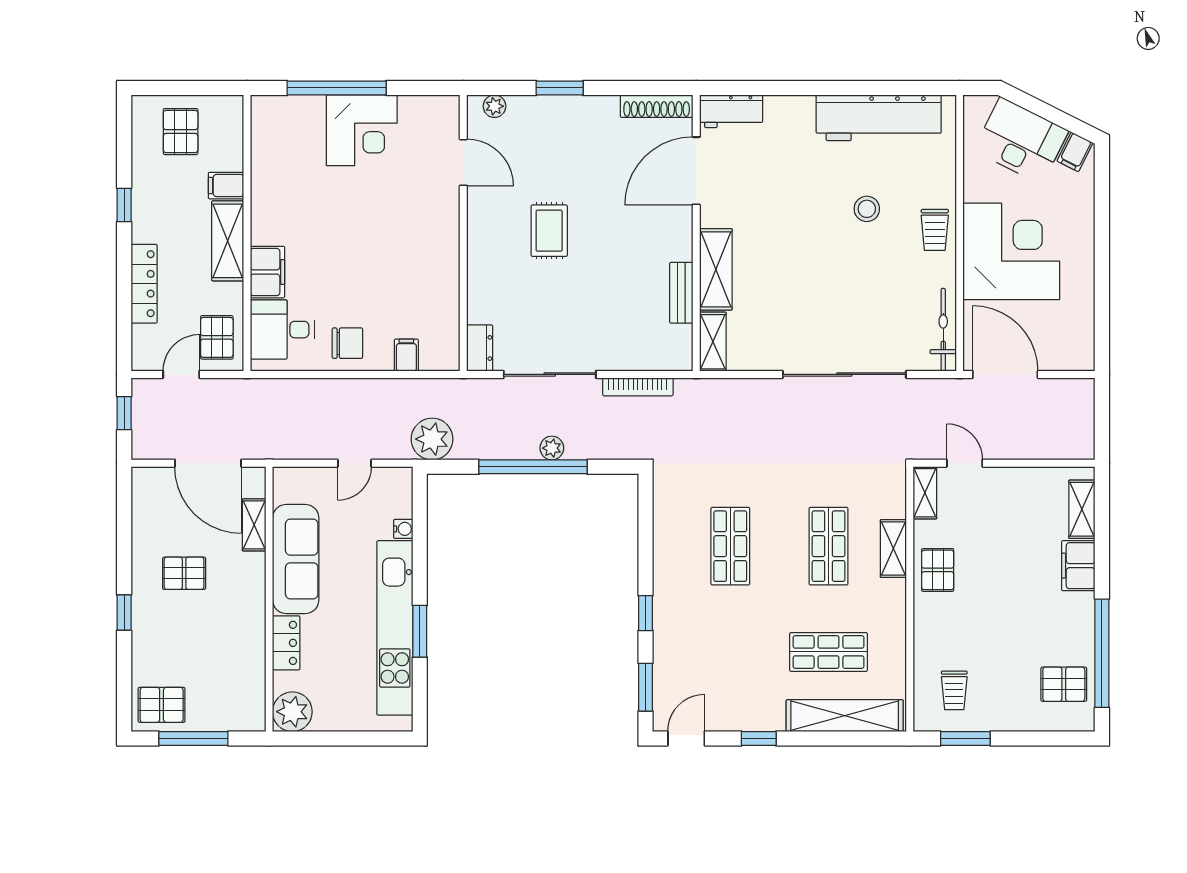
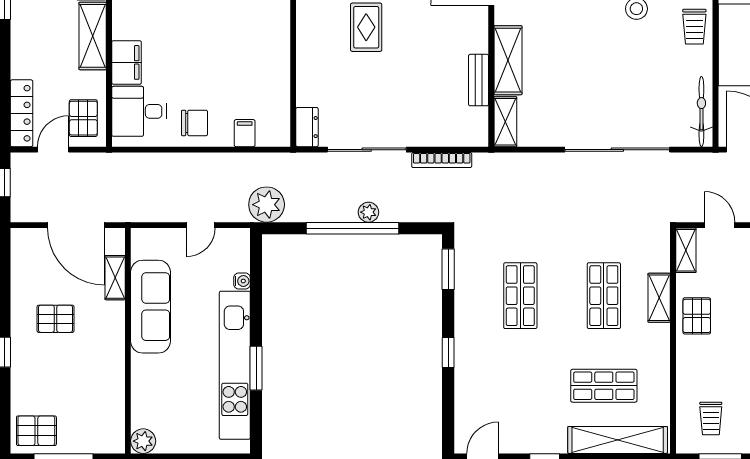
locker: (144, 284) -> (22, 113), moved
locker: (286, 643) -> (142, 378), removed
window: (645, 687) -> (448, 269), moved
plant: (292, 712) -> (143, 441), width x0.73, depth x0.73

